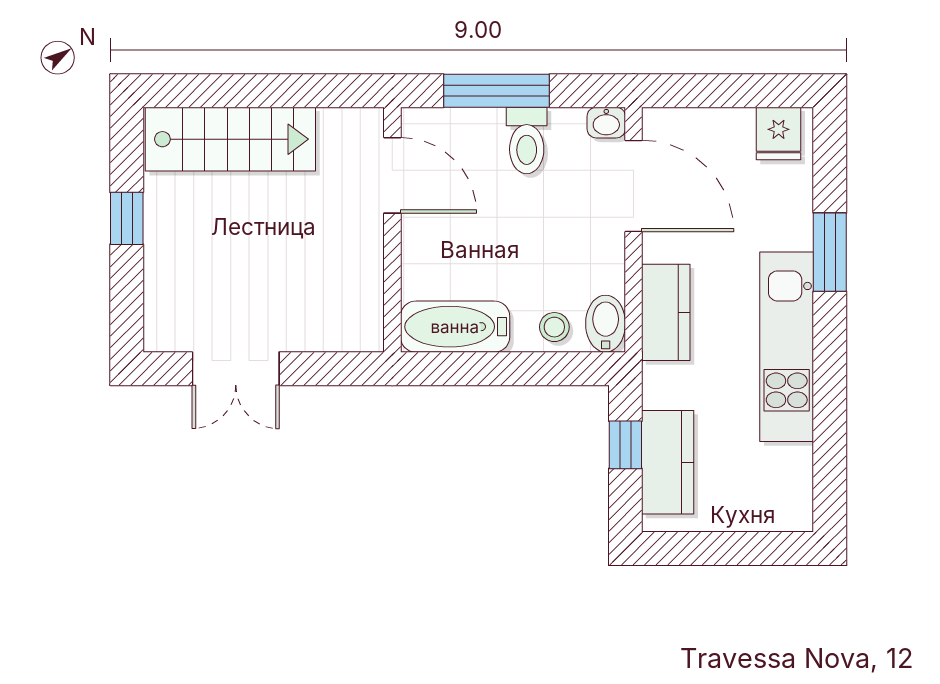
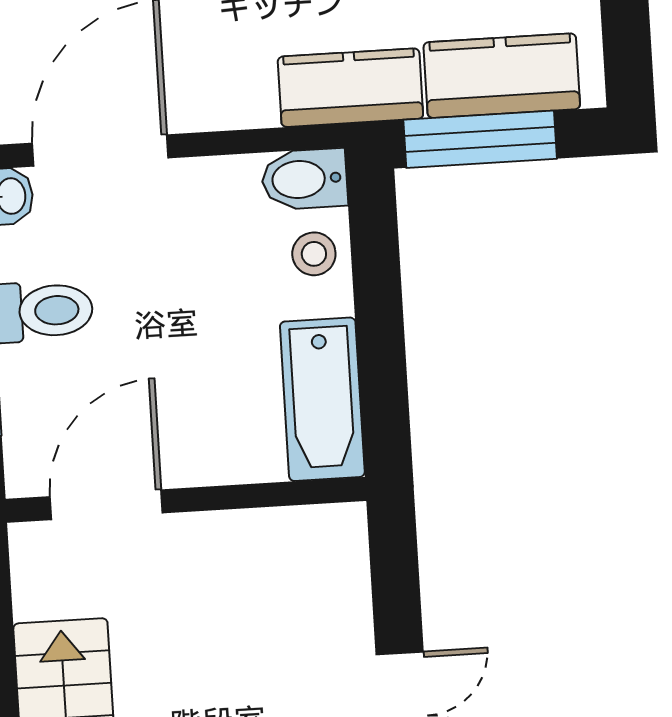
kitchen counter: (666, 312) -> (350, 88), moved
window: (625, 445) -> (480, 139), width x2.17

